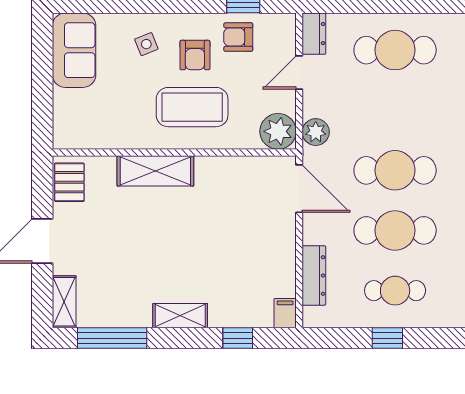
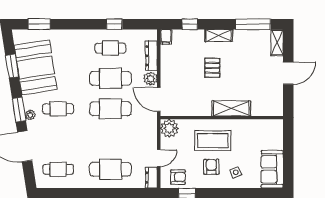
armchair: (238, 37) -> (178, 177), moved
plant: (316, 132) -> (150, 79), moved
pallet: (69, 182) -> (212, 68), moved

